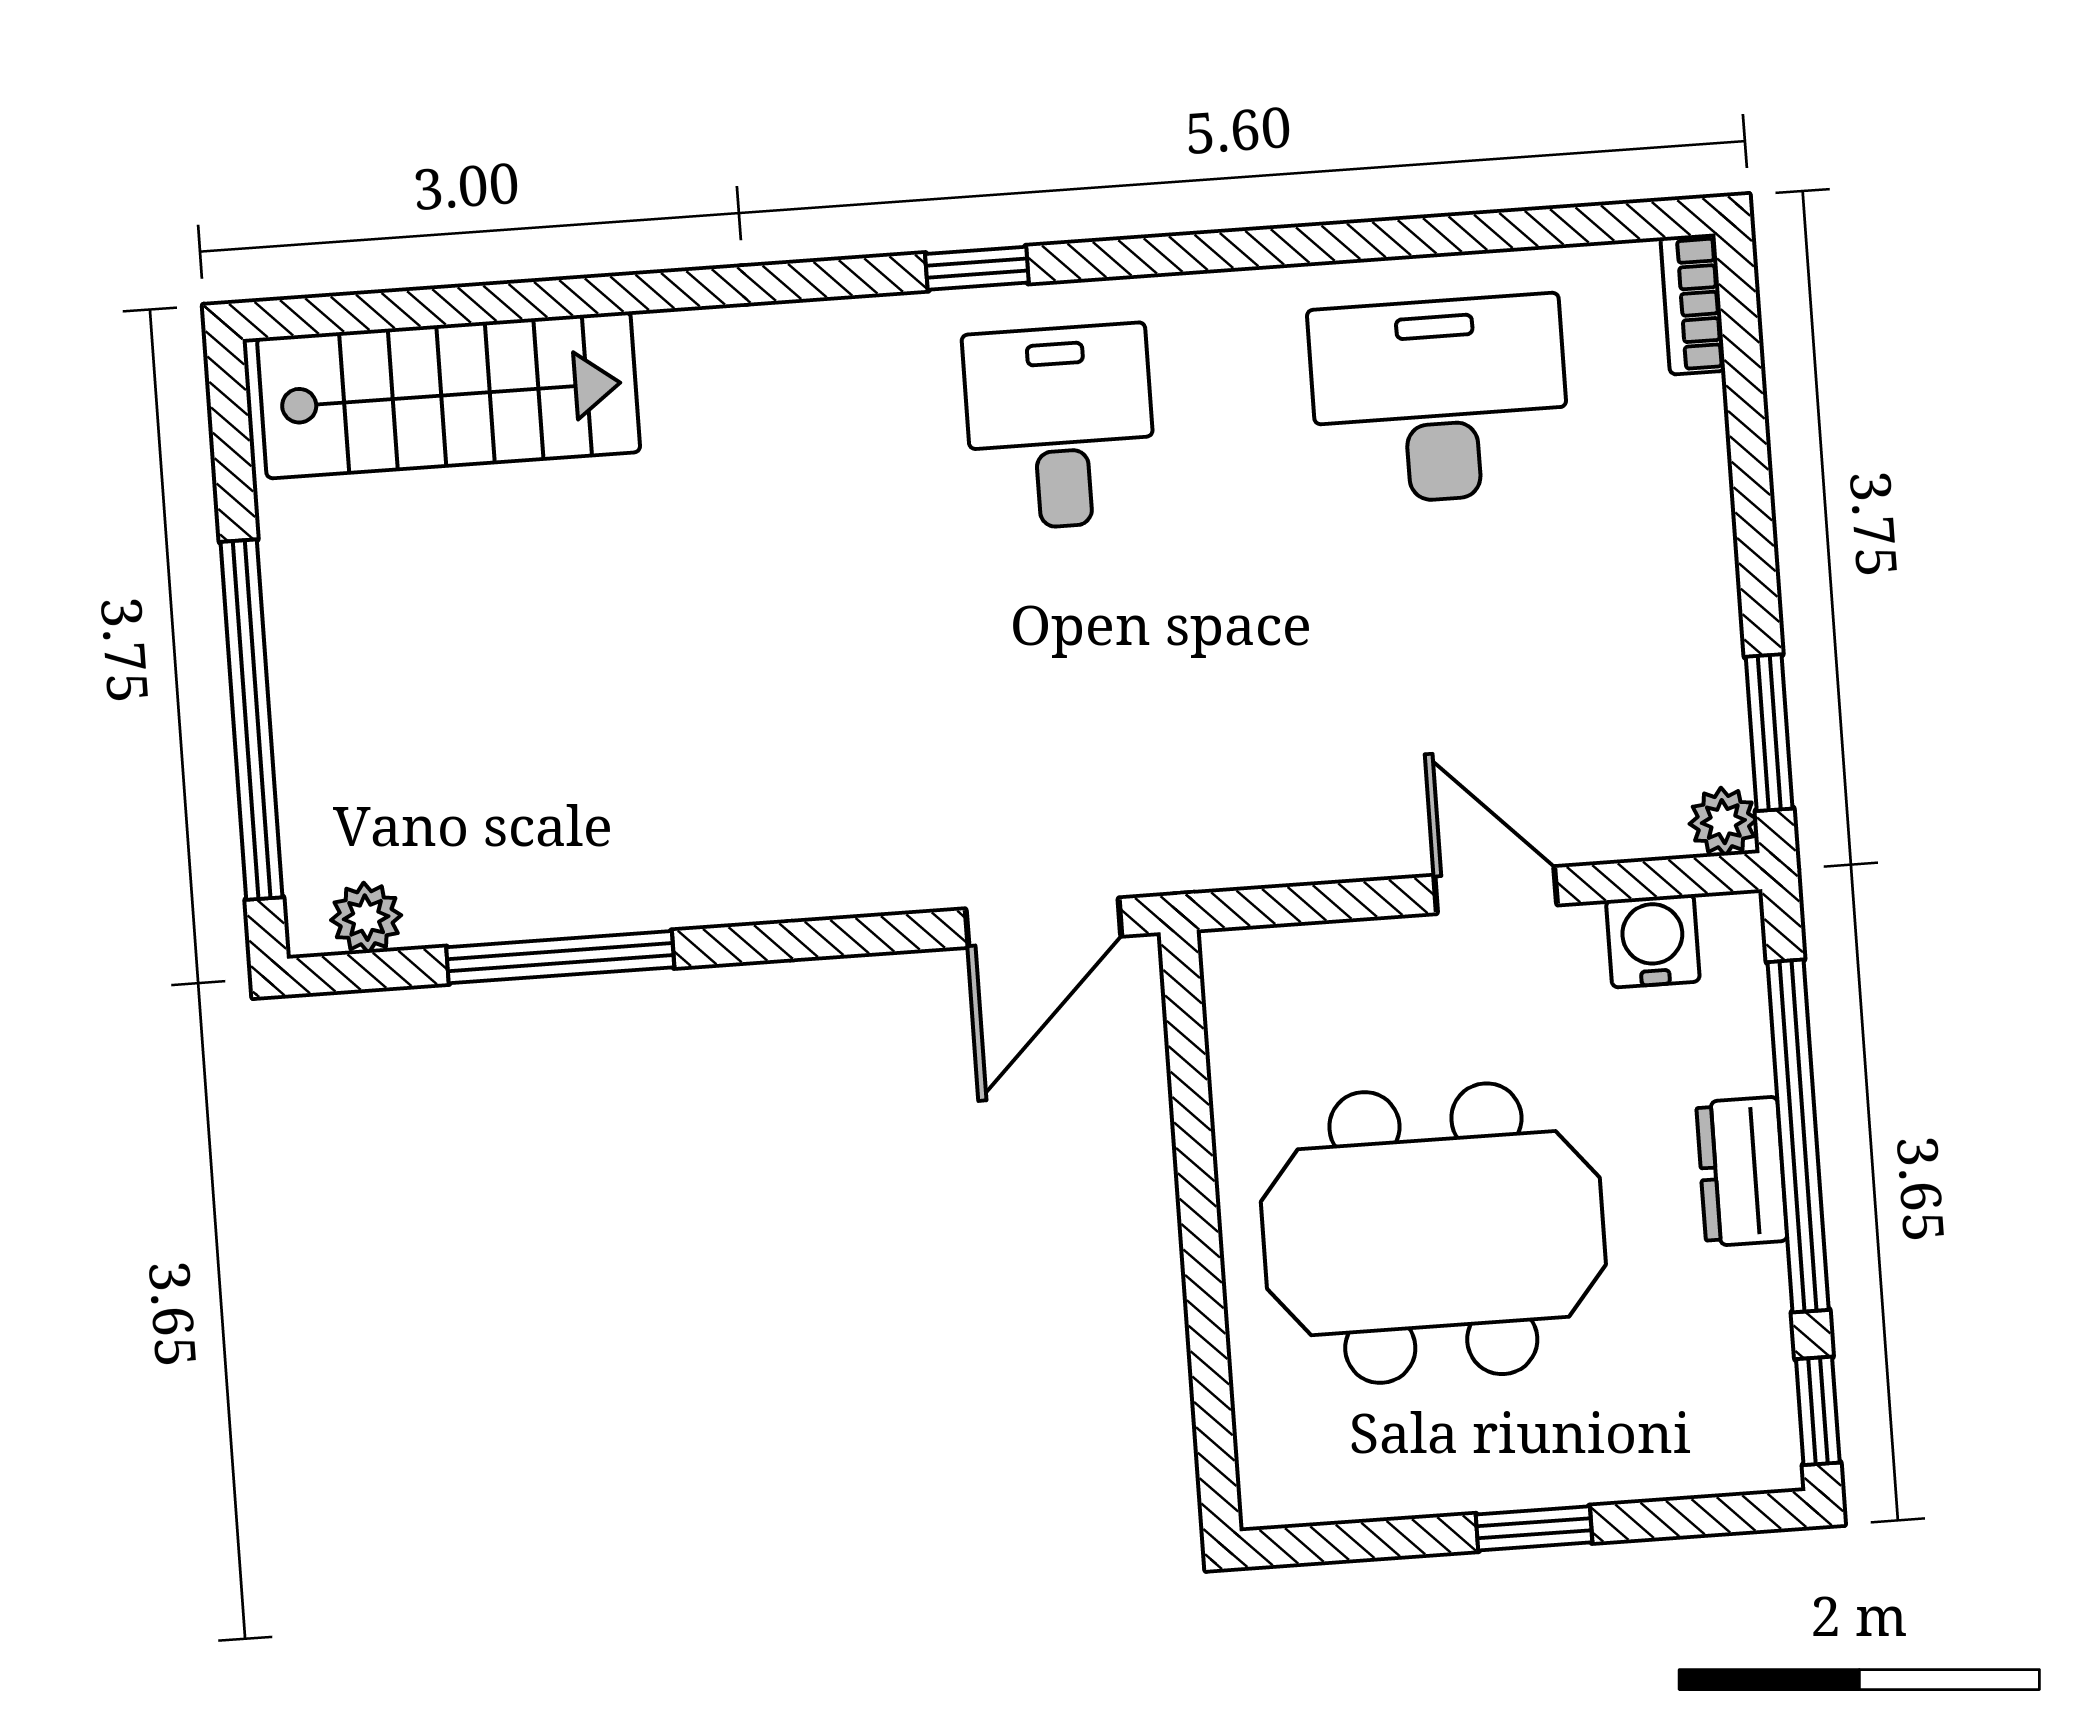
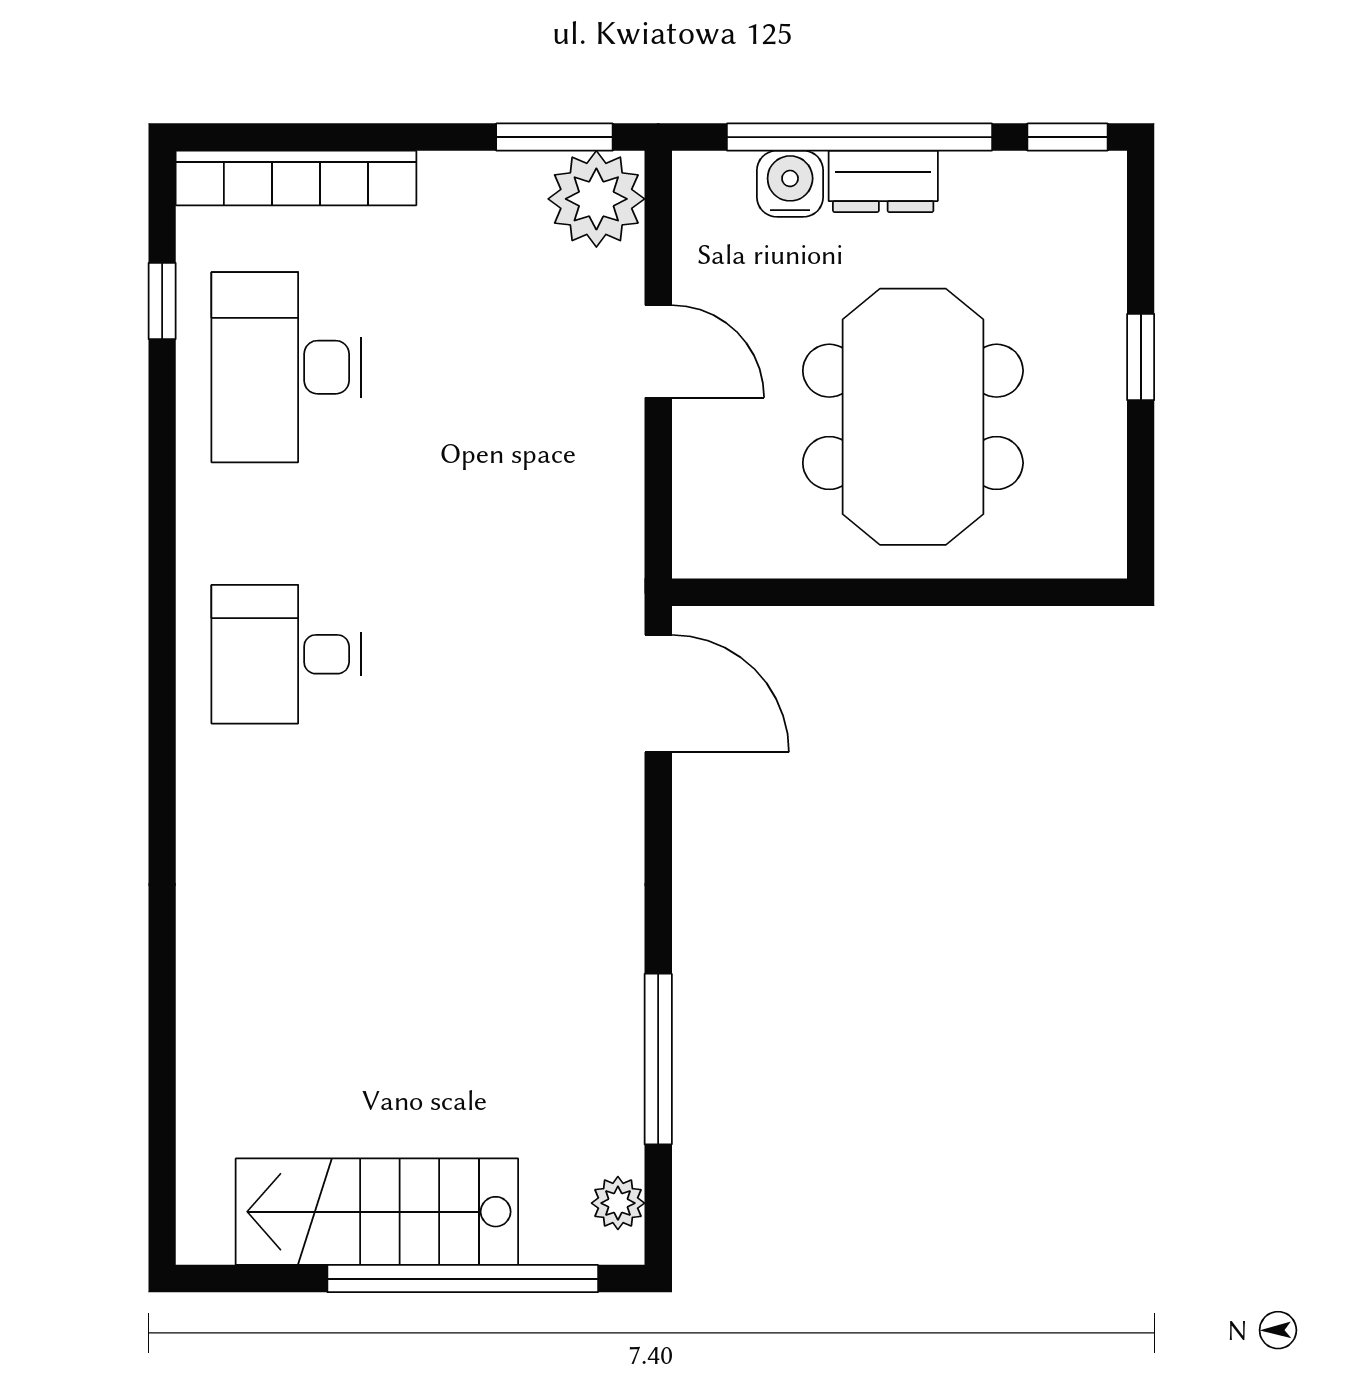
window: (977, 268) -> (162, 301), moved
bookcase: (1693, 304) -> (296, 178), width x2.31, depth x1.31
stairs: (449, 395) -> (377, 1212), moved, turned -90
plant: (1723, 822) -> (596, 199), width x1.88, depth x1.88
door: (1496, 890) -> (658, 351), swing flipped
water cooler: (1653, 941) -> (790, 184), moved, turned 90

